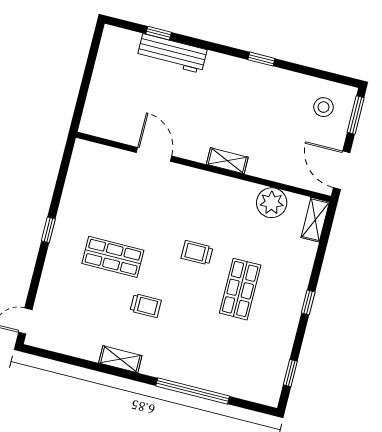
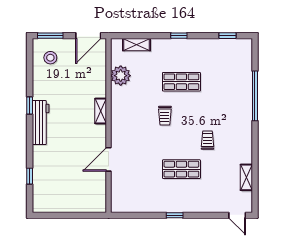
workbench: (172, 54) -> (41, 123), moved
shelving: (315, 220) -> (136, 45), moved
shop shelf: (113, 257) -> (181, 169), turned 90
shelving: (120, 359) -> (246, 177), moved

